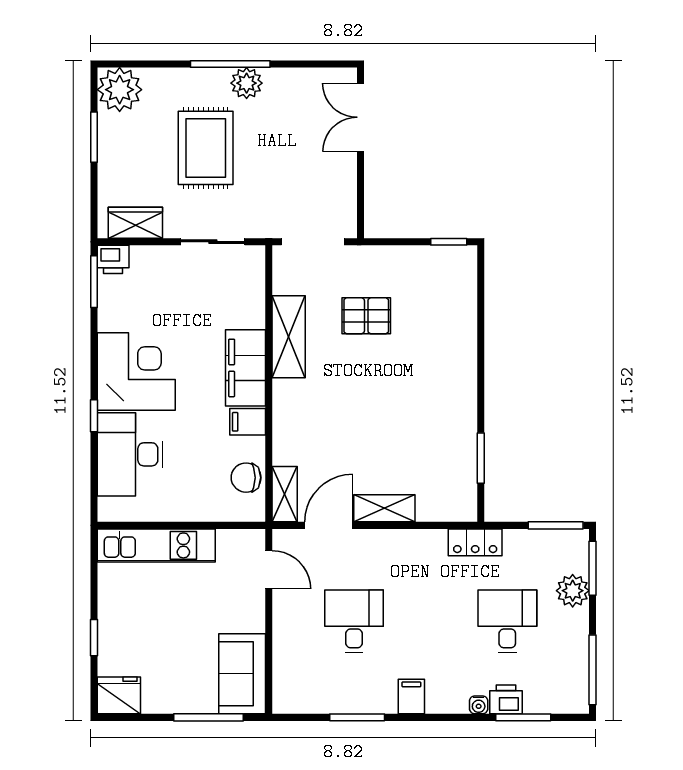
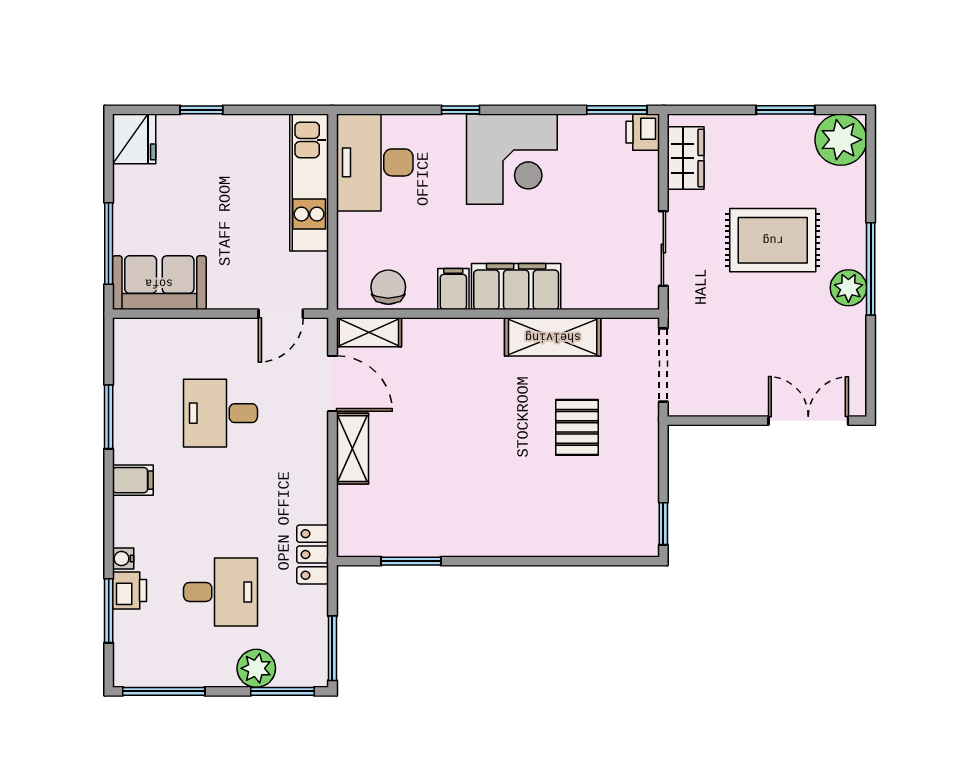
desk: (130, 454) -> (375, 162), moved, turned -90
desk: (354, 621) -> (221, 413), turned 180

